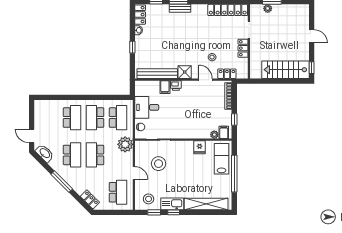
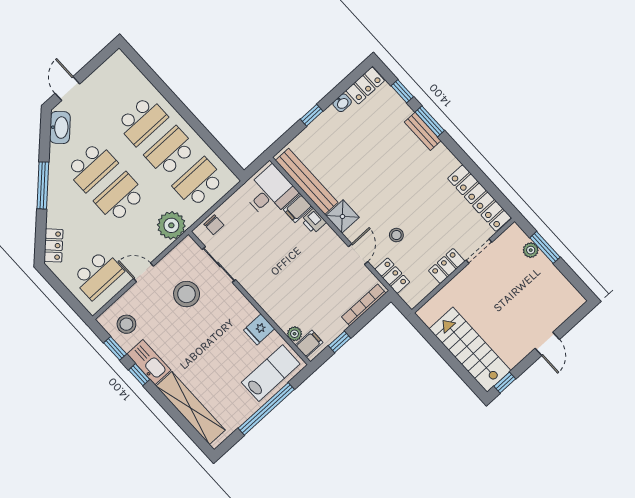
desk: (147, 107) -> (270, 192), moved, turned 90
school desk: (118, 118) -> (199, 183), turned 180
door: (134, 173) -> (144, 272), swing flipped

